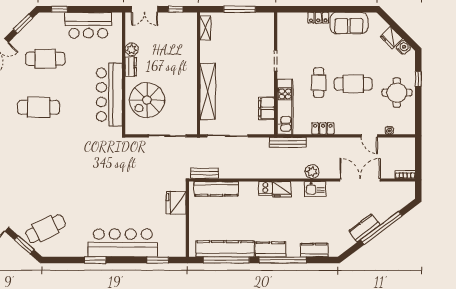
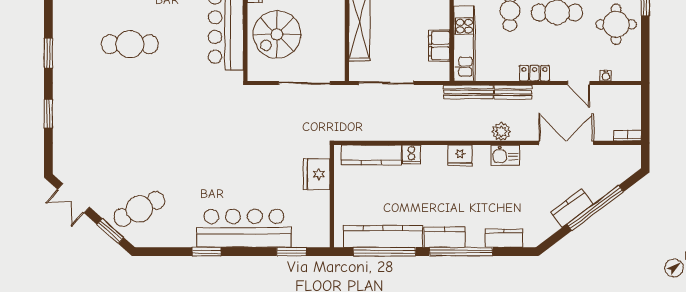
locker: (323, 129) -> (534, 73), moved
bench: (205, 173) -> (513, 92), moved
cooker: (265, 188) -> (411, 154), moved

